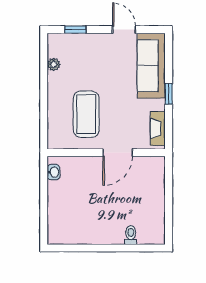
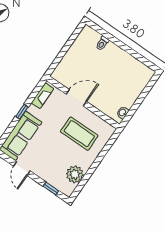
plant: (54, 64) -> (75, 174), width x1.88, depth x1.88
coffee table: (86, 114) -> (79, 134), turned 90

